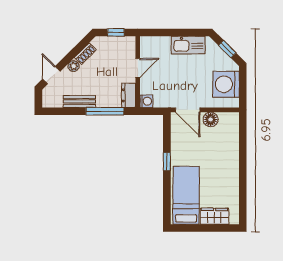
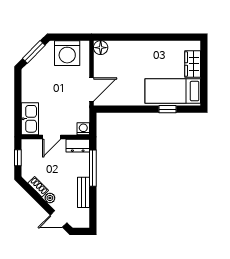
kitchen sink: (188, 45) -> (30, 119), moved
window: (227, 49) -> (34, 52), width x1.50
door: (138, 68) -> (52, 137), swing flipped
floor lamp: (211, 119) -> (101, 48), moved
window: (167, 162) -> (168, 109), moved

